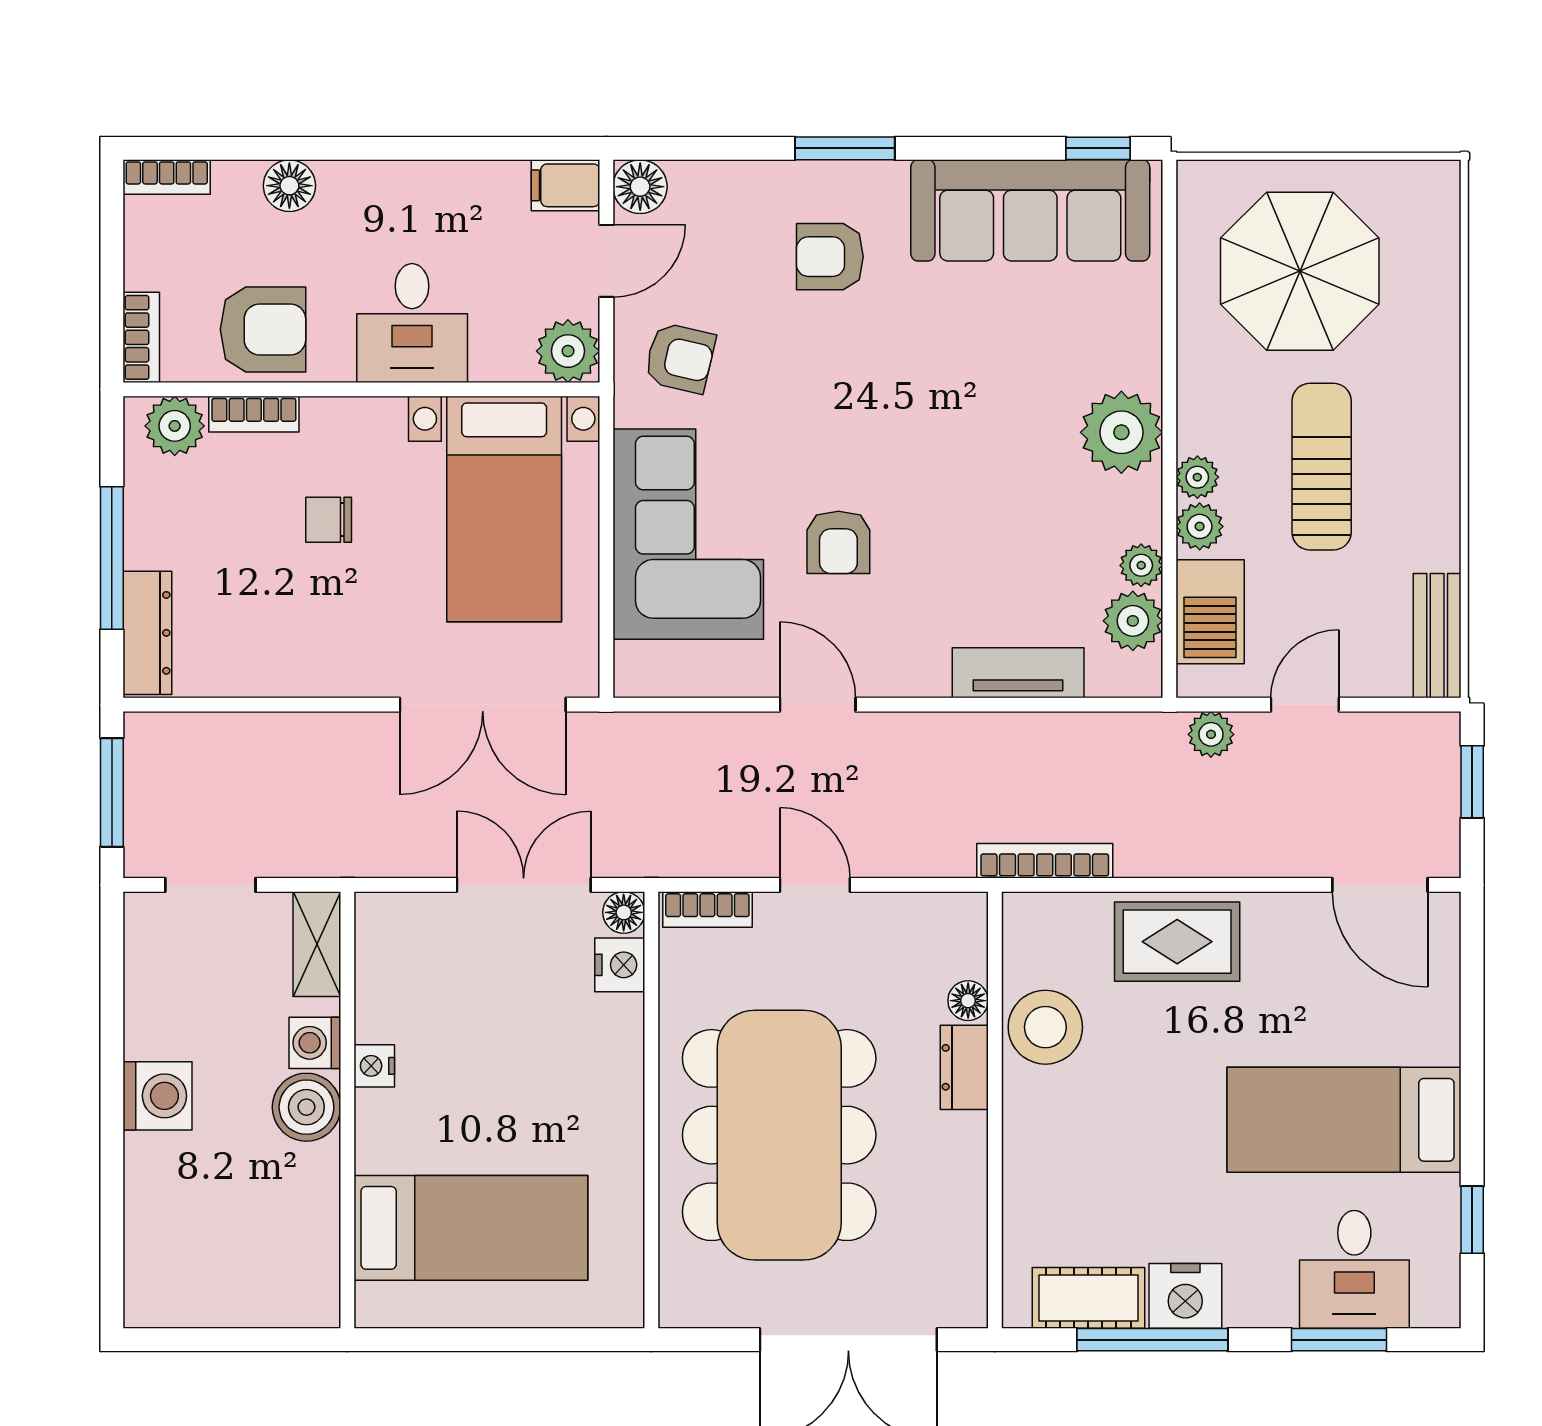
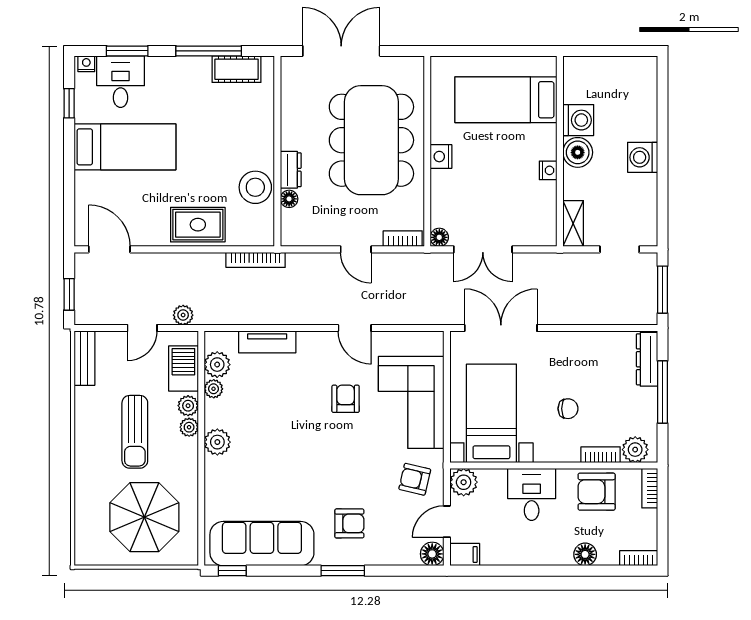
plant: (1121, 432) -> (217, 442), width x0.73, depth x0.73
nightstand: (620, 965) -> (441, 157), moved
washing machine: (315, 1043) -> (578, 120), moved, width x1.38, depth x1.38
nightstand: (1185, 1296) -> (86, 64), moved, width x0.53, depth x0.56

